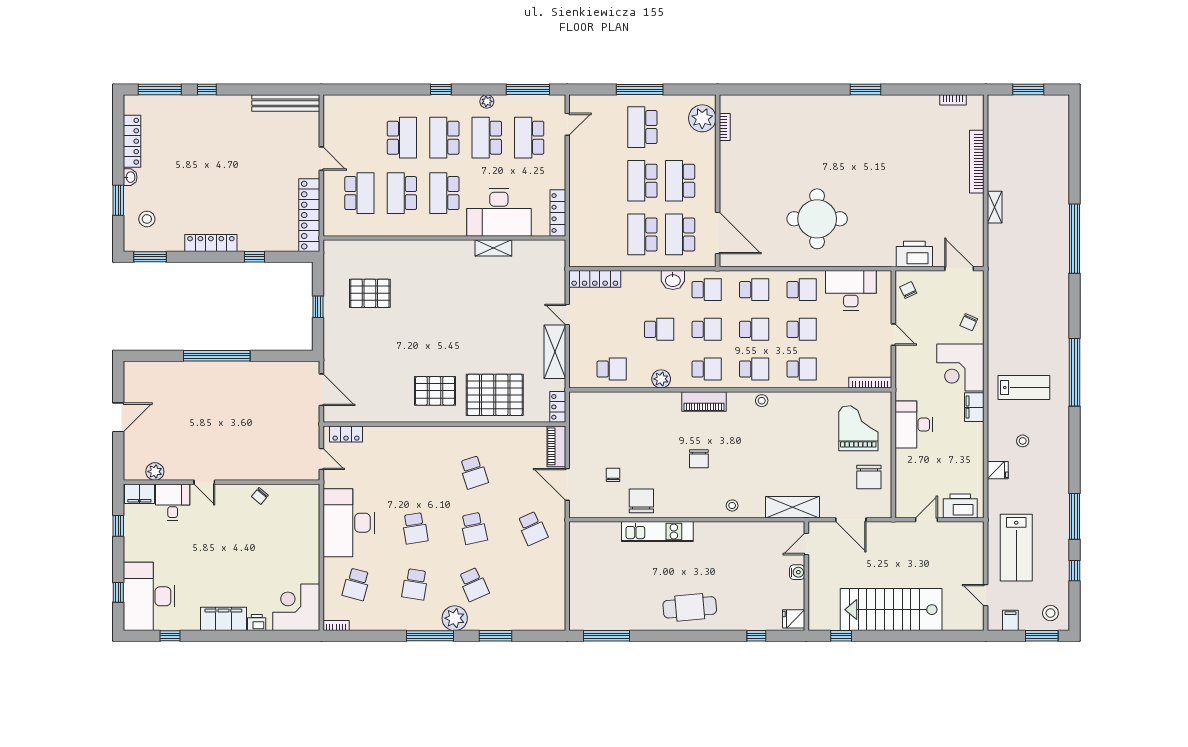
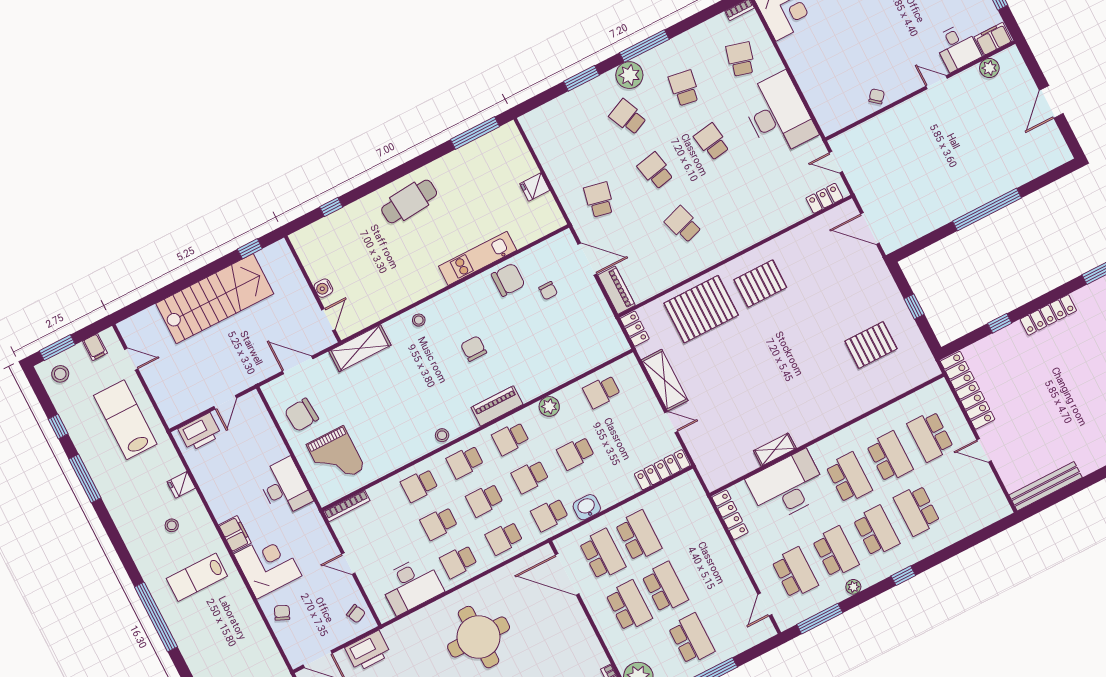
chair: (869, 477) -> (302, 415), turned -94
chair: (641, 501) -> (508, 280), turned -90
school desk: (532, 528) -> (599, 200), turned 36
fridge: (794, 619) -> (535, 187), moved, turned 180

